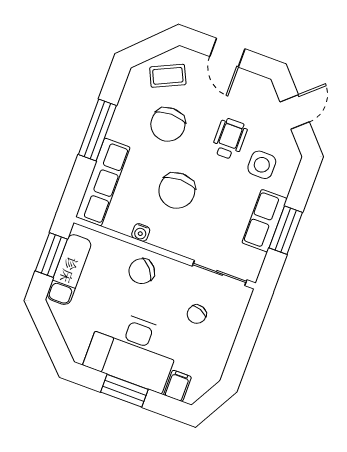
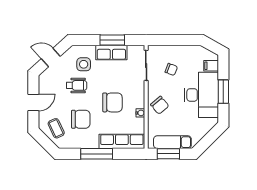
wheelchair: (229, 139) -> (77, 85), turned 180

